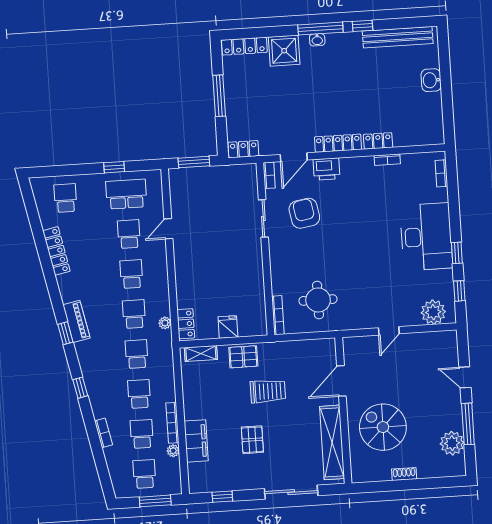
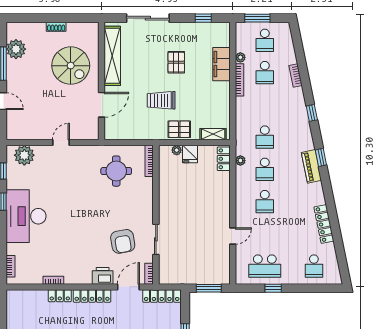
locker: (243, 149) -> (162, 296), width x1.53
school desk: (129, 234) -> (265, 234), removed
plant: (245, 331) -> (177, 150), added
school desk: (139, 394) -> (265, 105), removed

